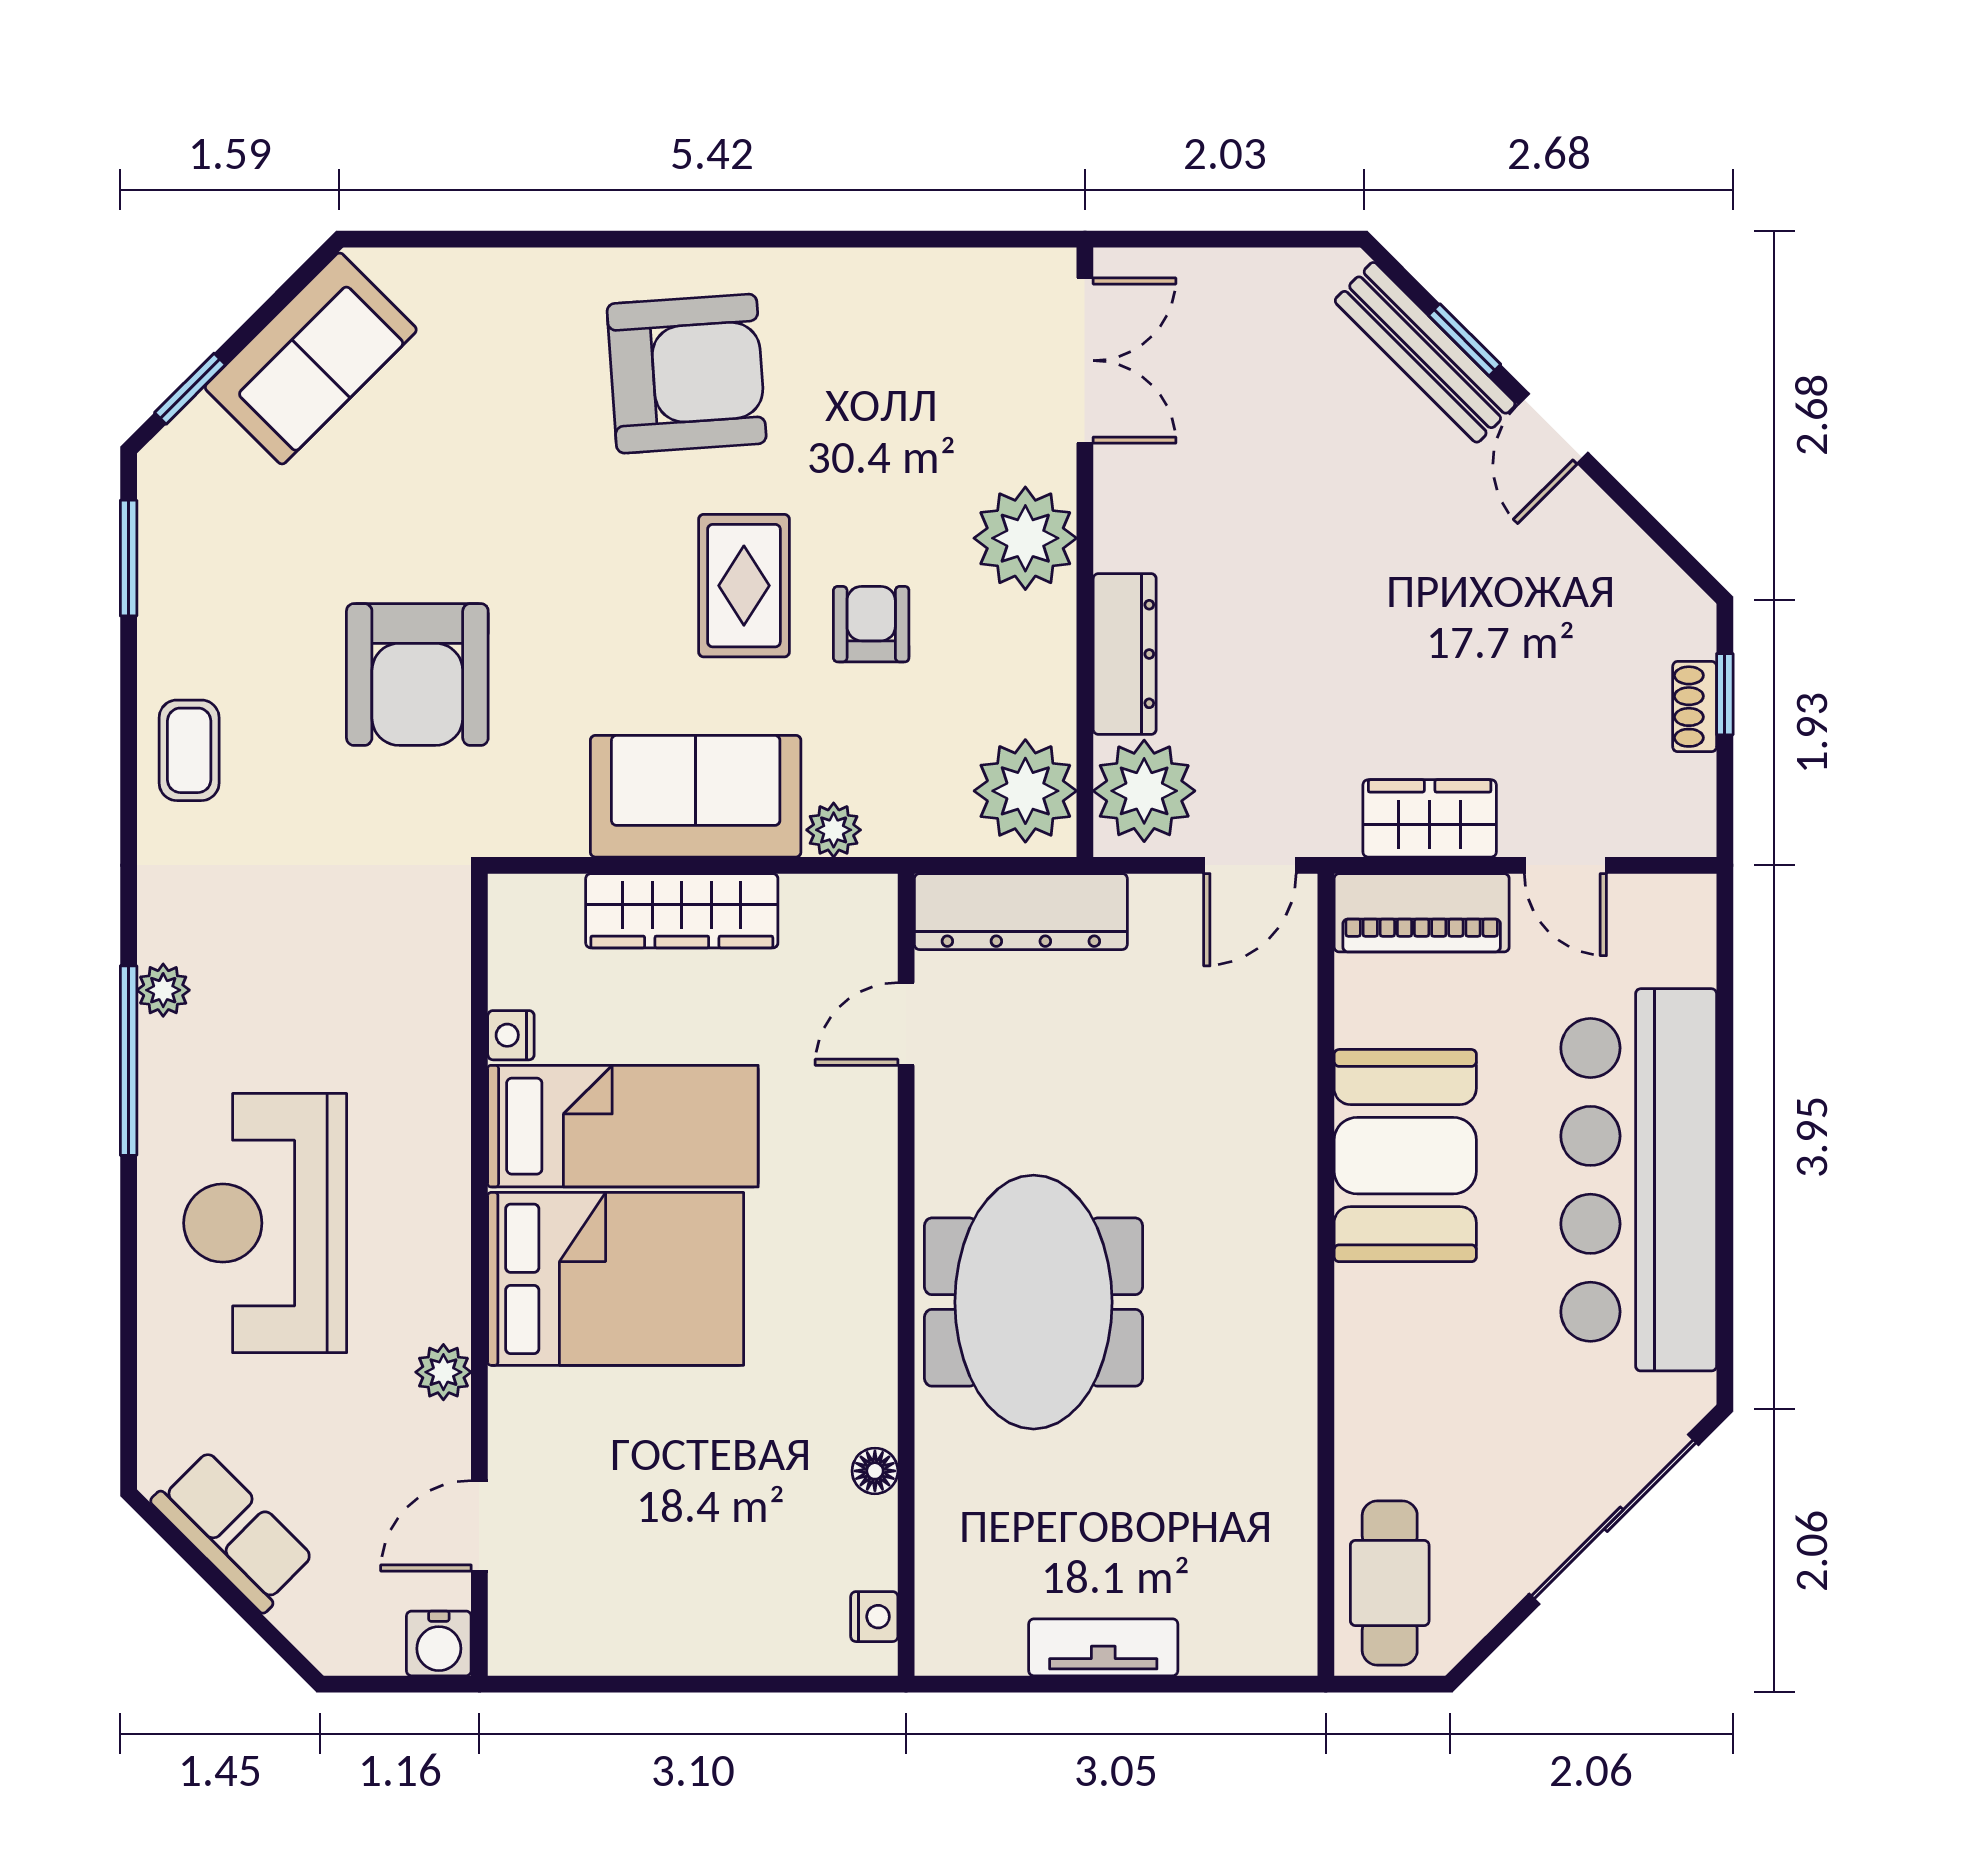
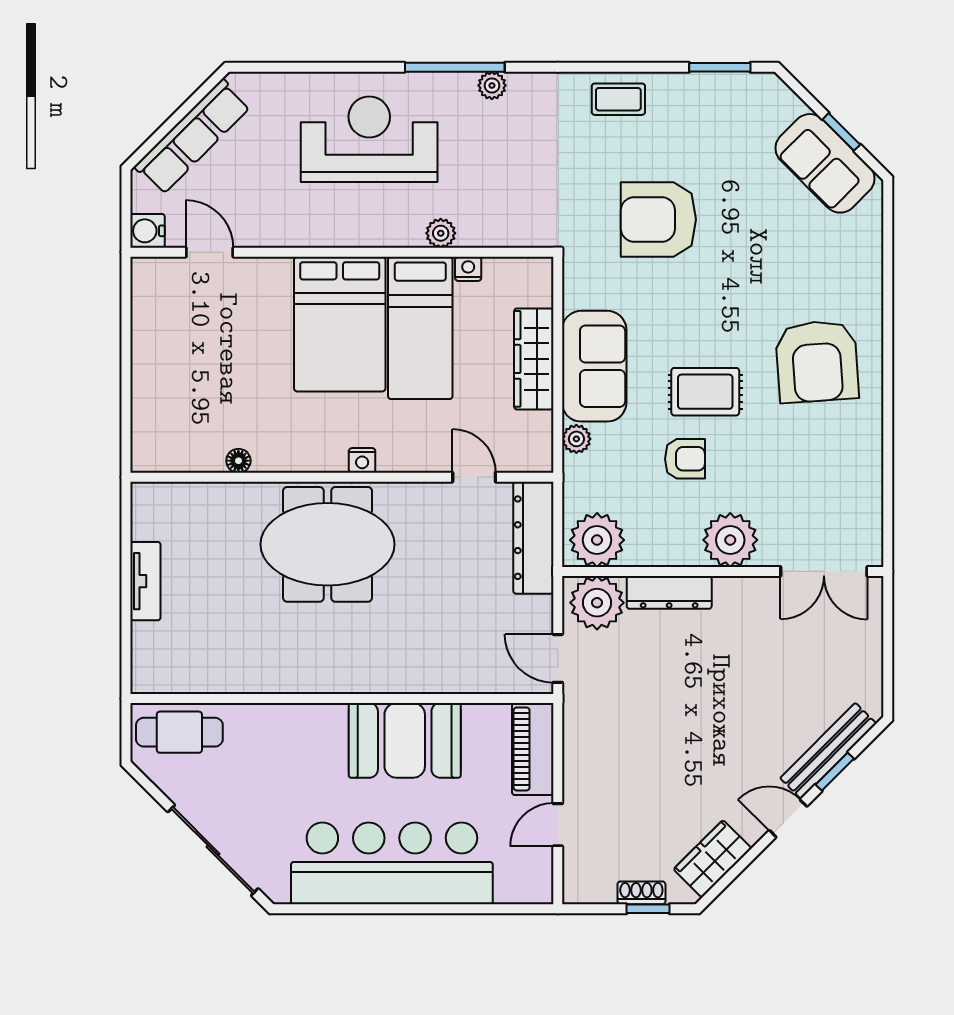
window: (190, 389) -> (841, 132), moved
wardrobe: (1430, 818) -> (713, 859), moved, turned -135
plant: (443, 1372) -> (441, 233), moved
row of seats: (233, 1531) -> (192, 137), width x1.48
nightstand: (874, 1617) -> (362, 460), moved

